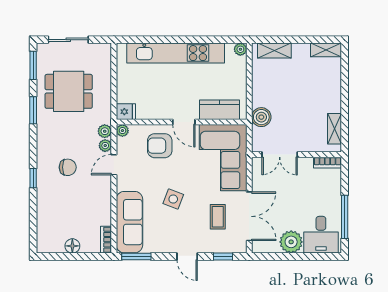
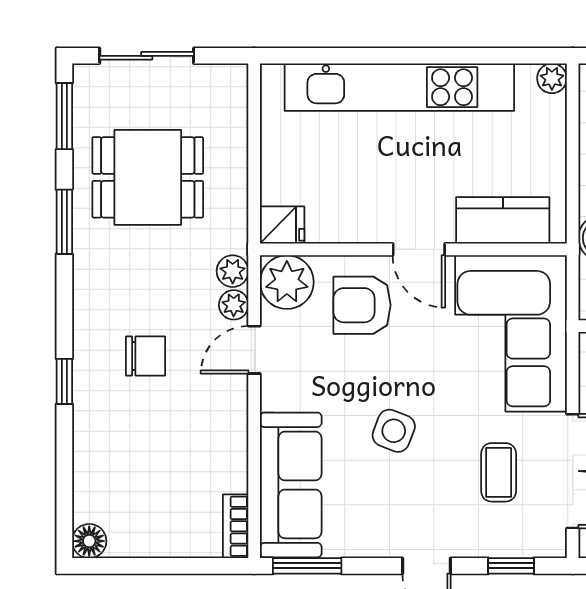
plant: (122, 131) -> (287, 282), width x1.87, depth x1.87
floor lamp: (72, 246) -> (89, 541), moved

